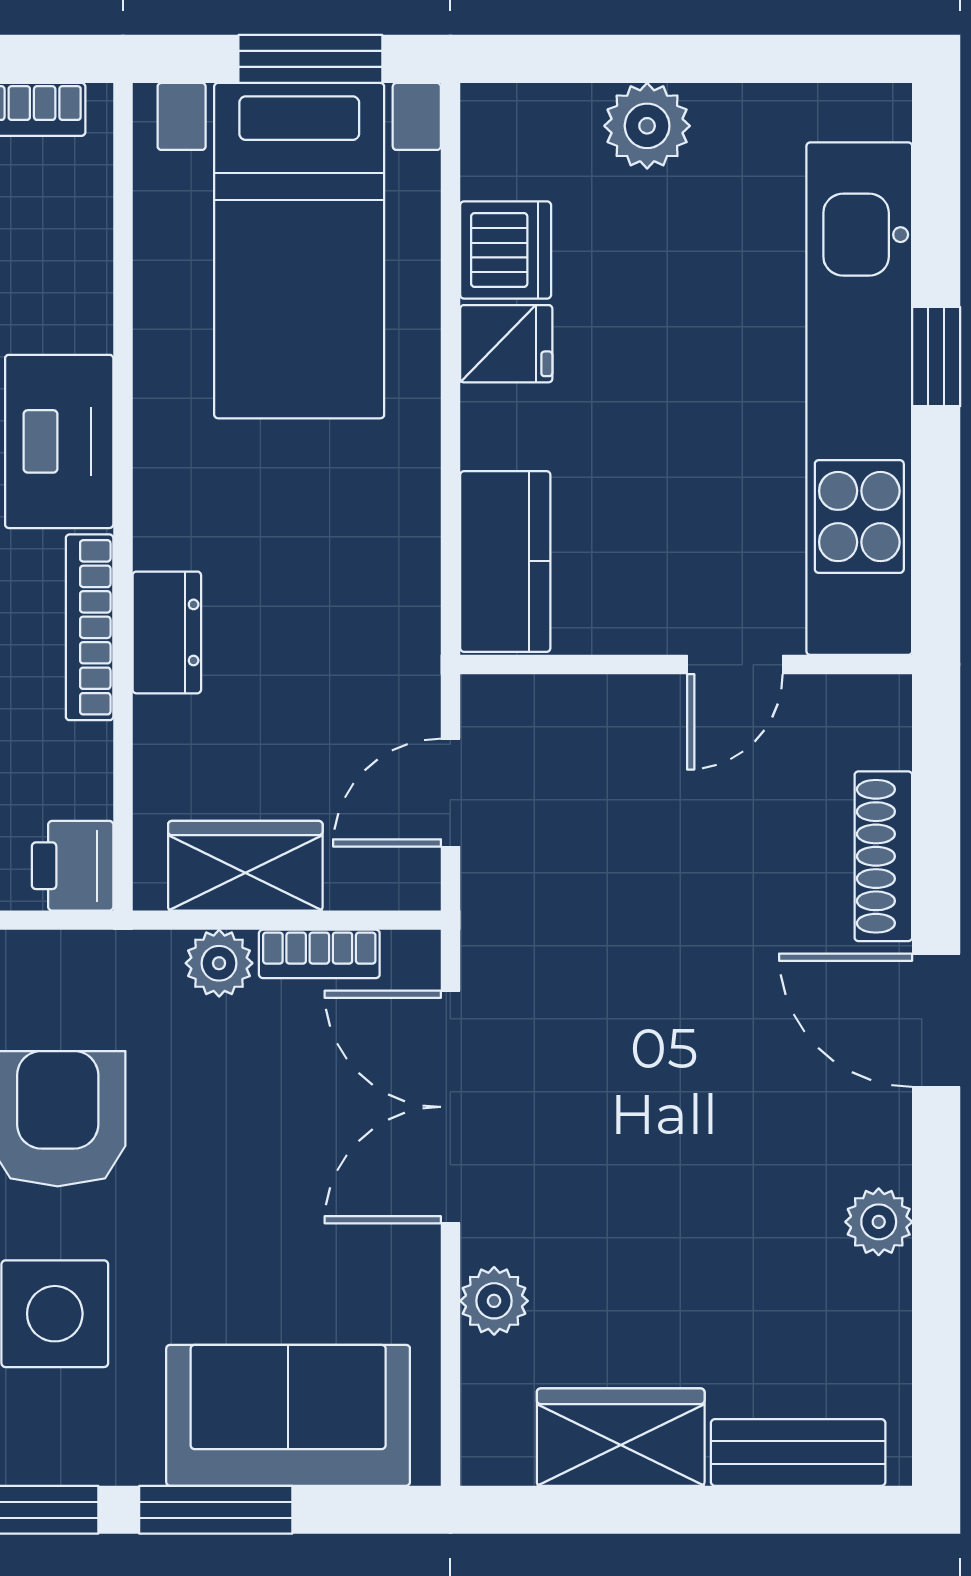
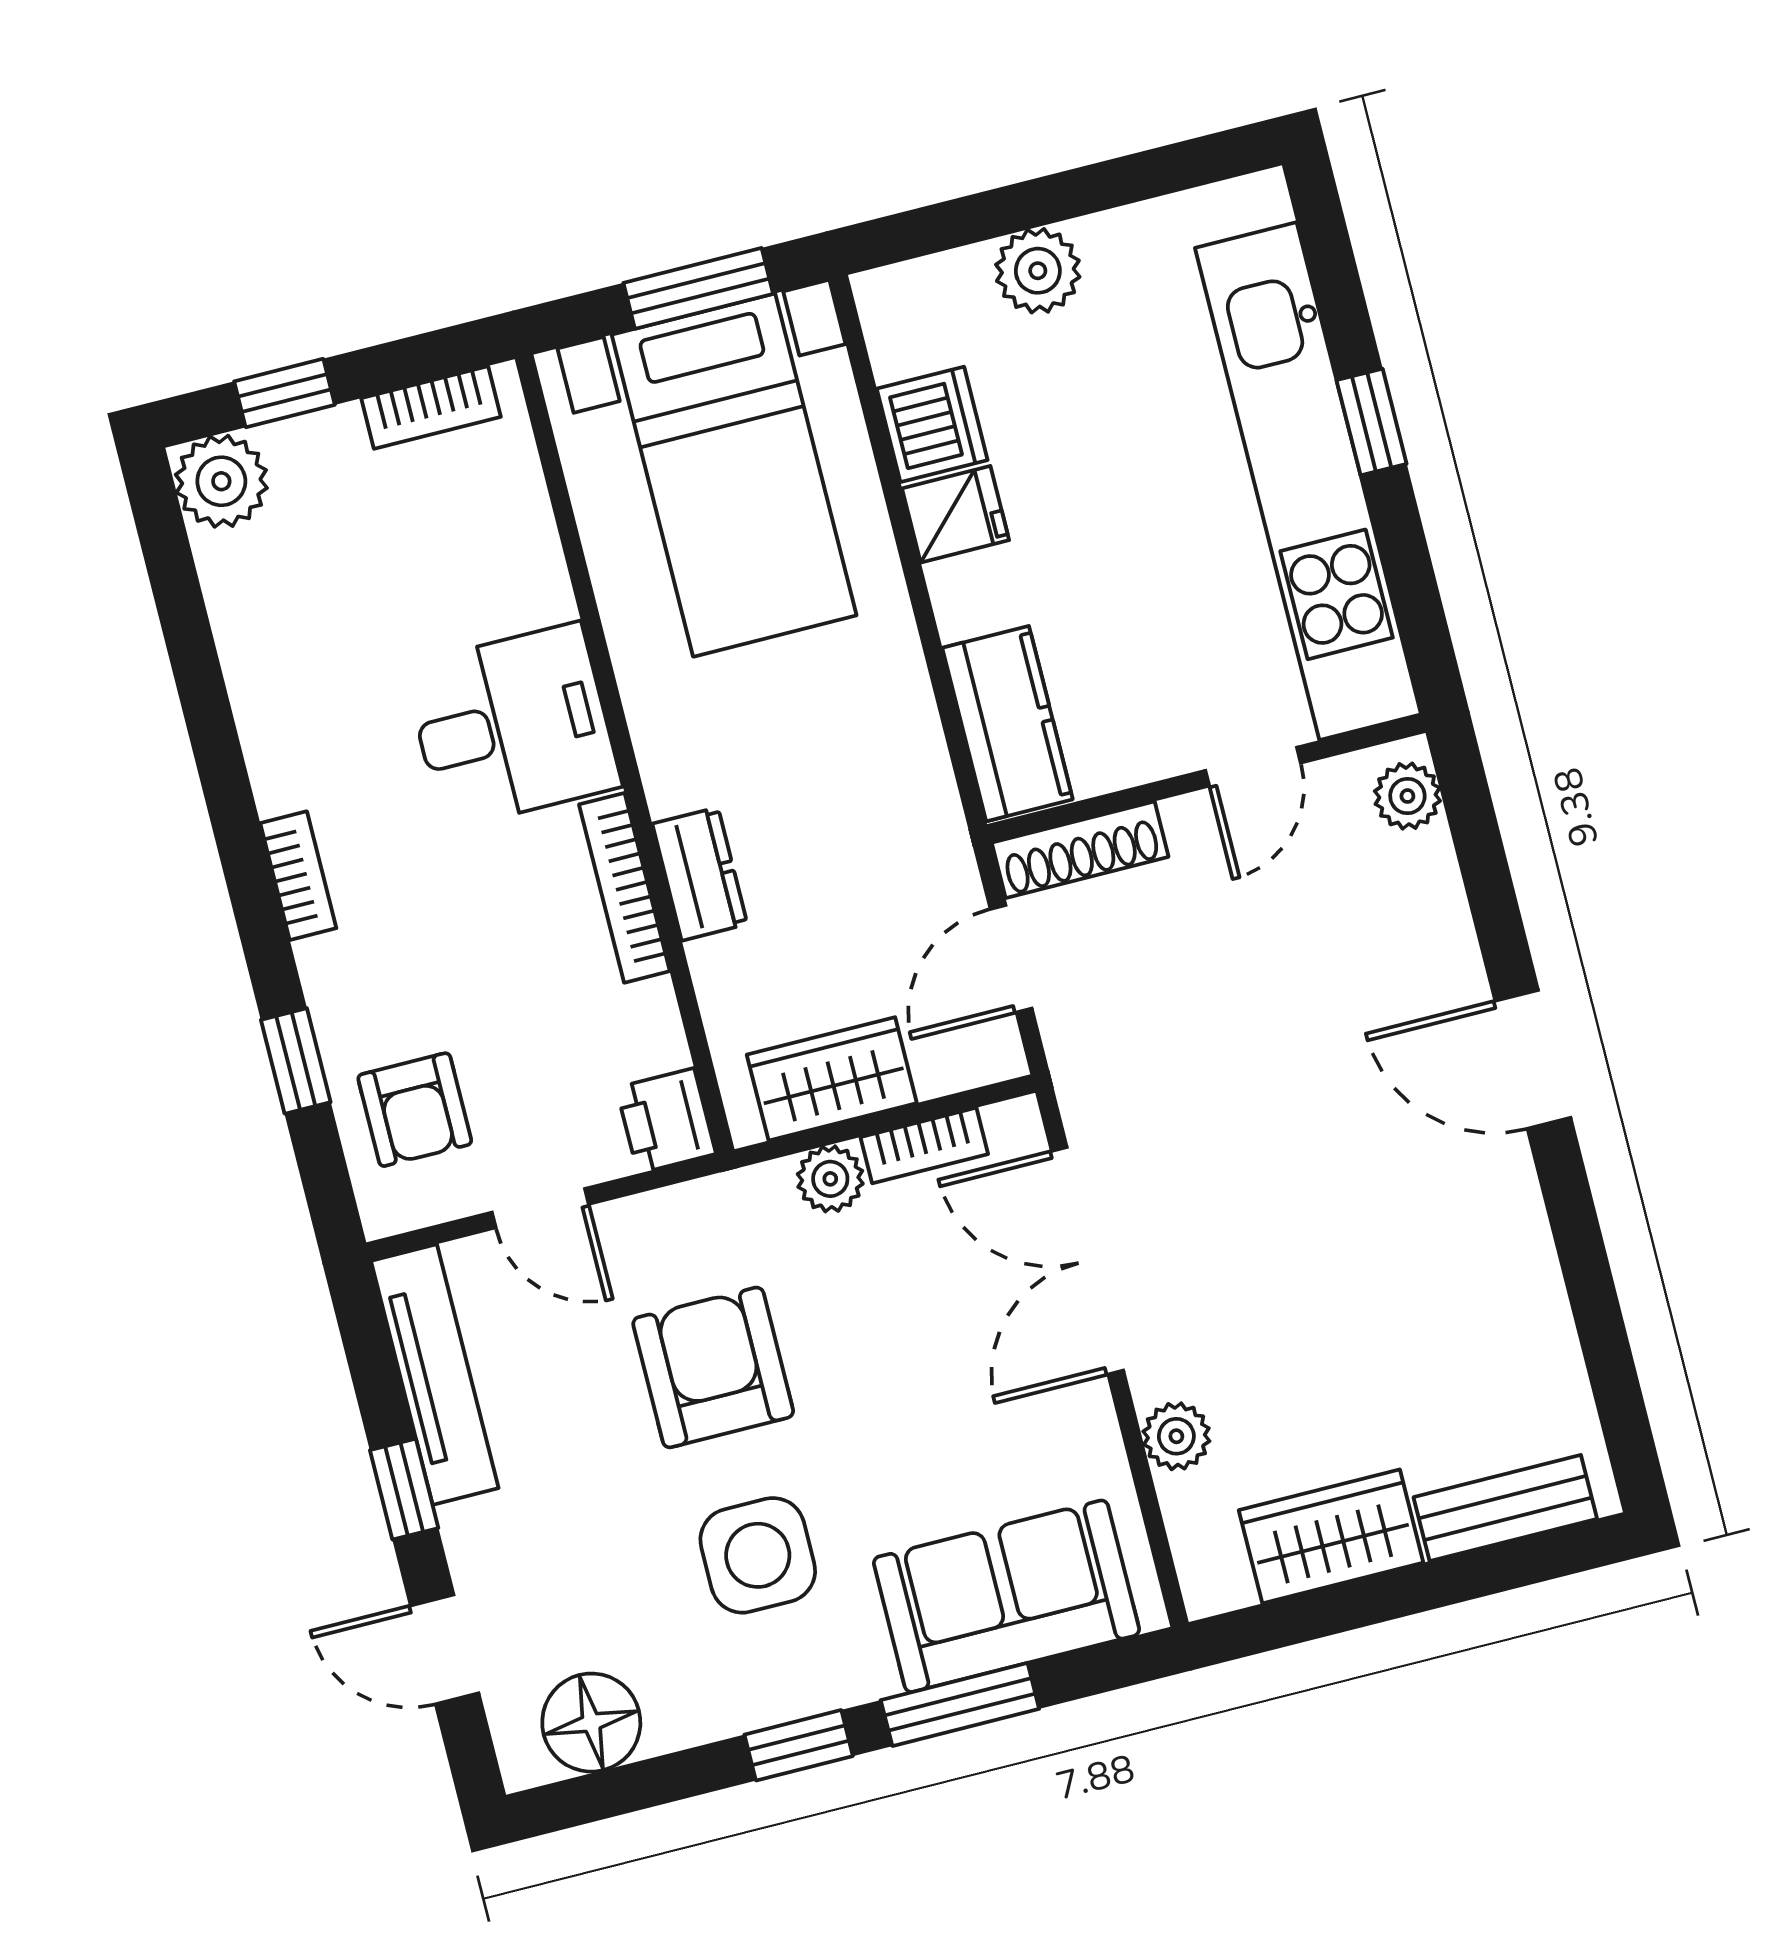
shoe rack: (883, 856) -> (1080, 850), moved, turned -90
plant: (879, 1222) -> (1407, 796), moved

